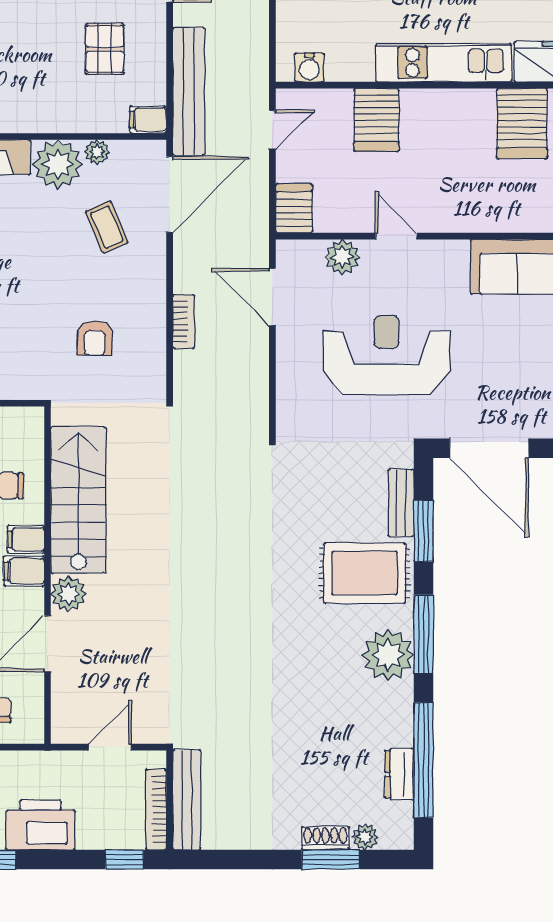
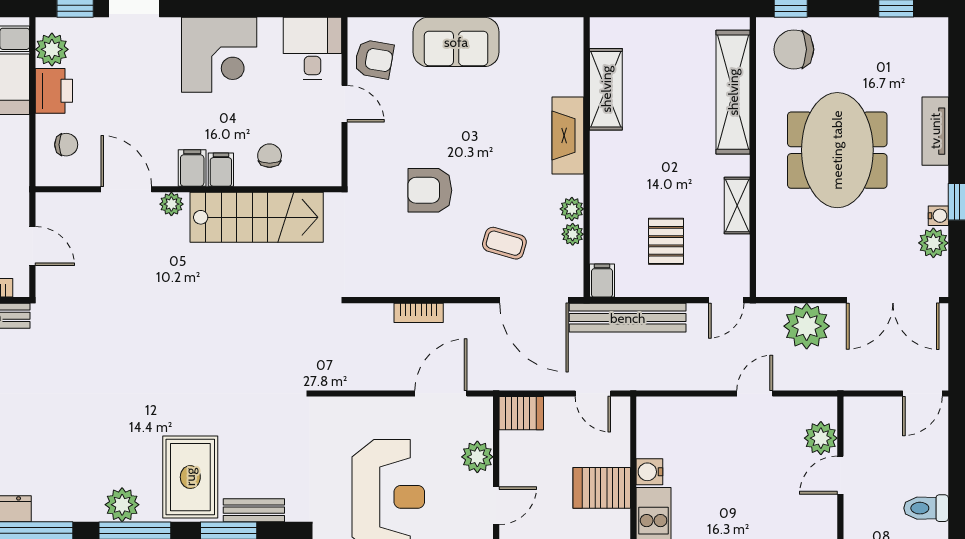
pallet: (105, 49) -> (666, 241), turned 90
water cooler: (309, 67) -> (649, 472), moved
plant: (58, 164) -> (572, 209), width x0.53, depth x0.53
coffee table: (107, 227) -> (504, 243), turned 39
armchair: (95, 338) -> (430, 190), moved, width x1.38, depth x1.38
plant: (69, 594) -> (171, 204), width x0.73, depth x0.73
plant: (388, 655) -> (122, 505), width x0.73, depth x0.73

